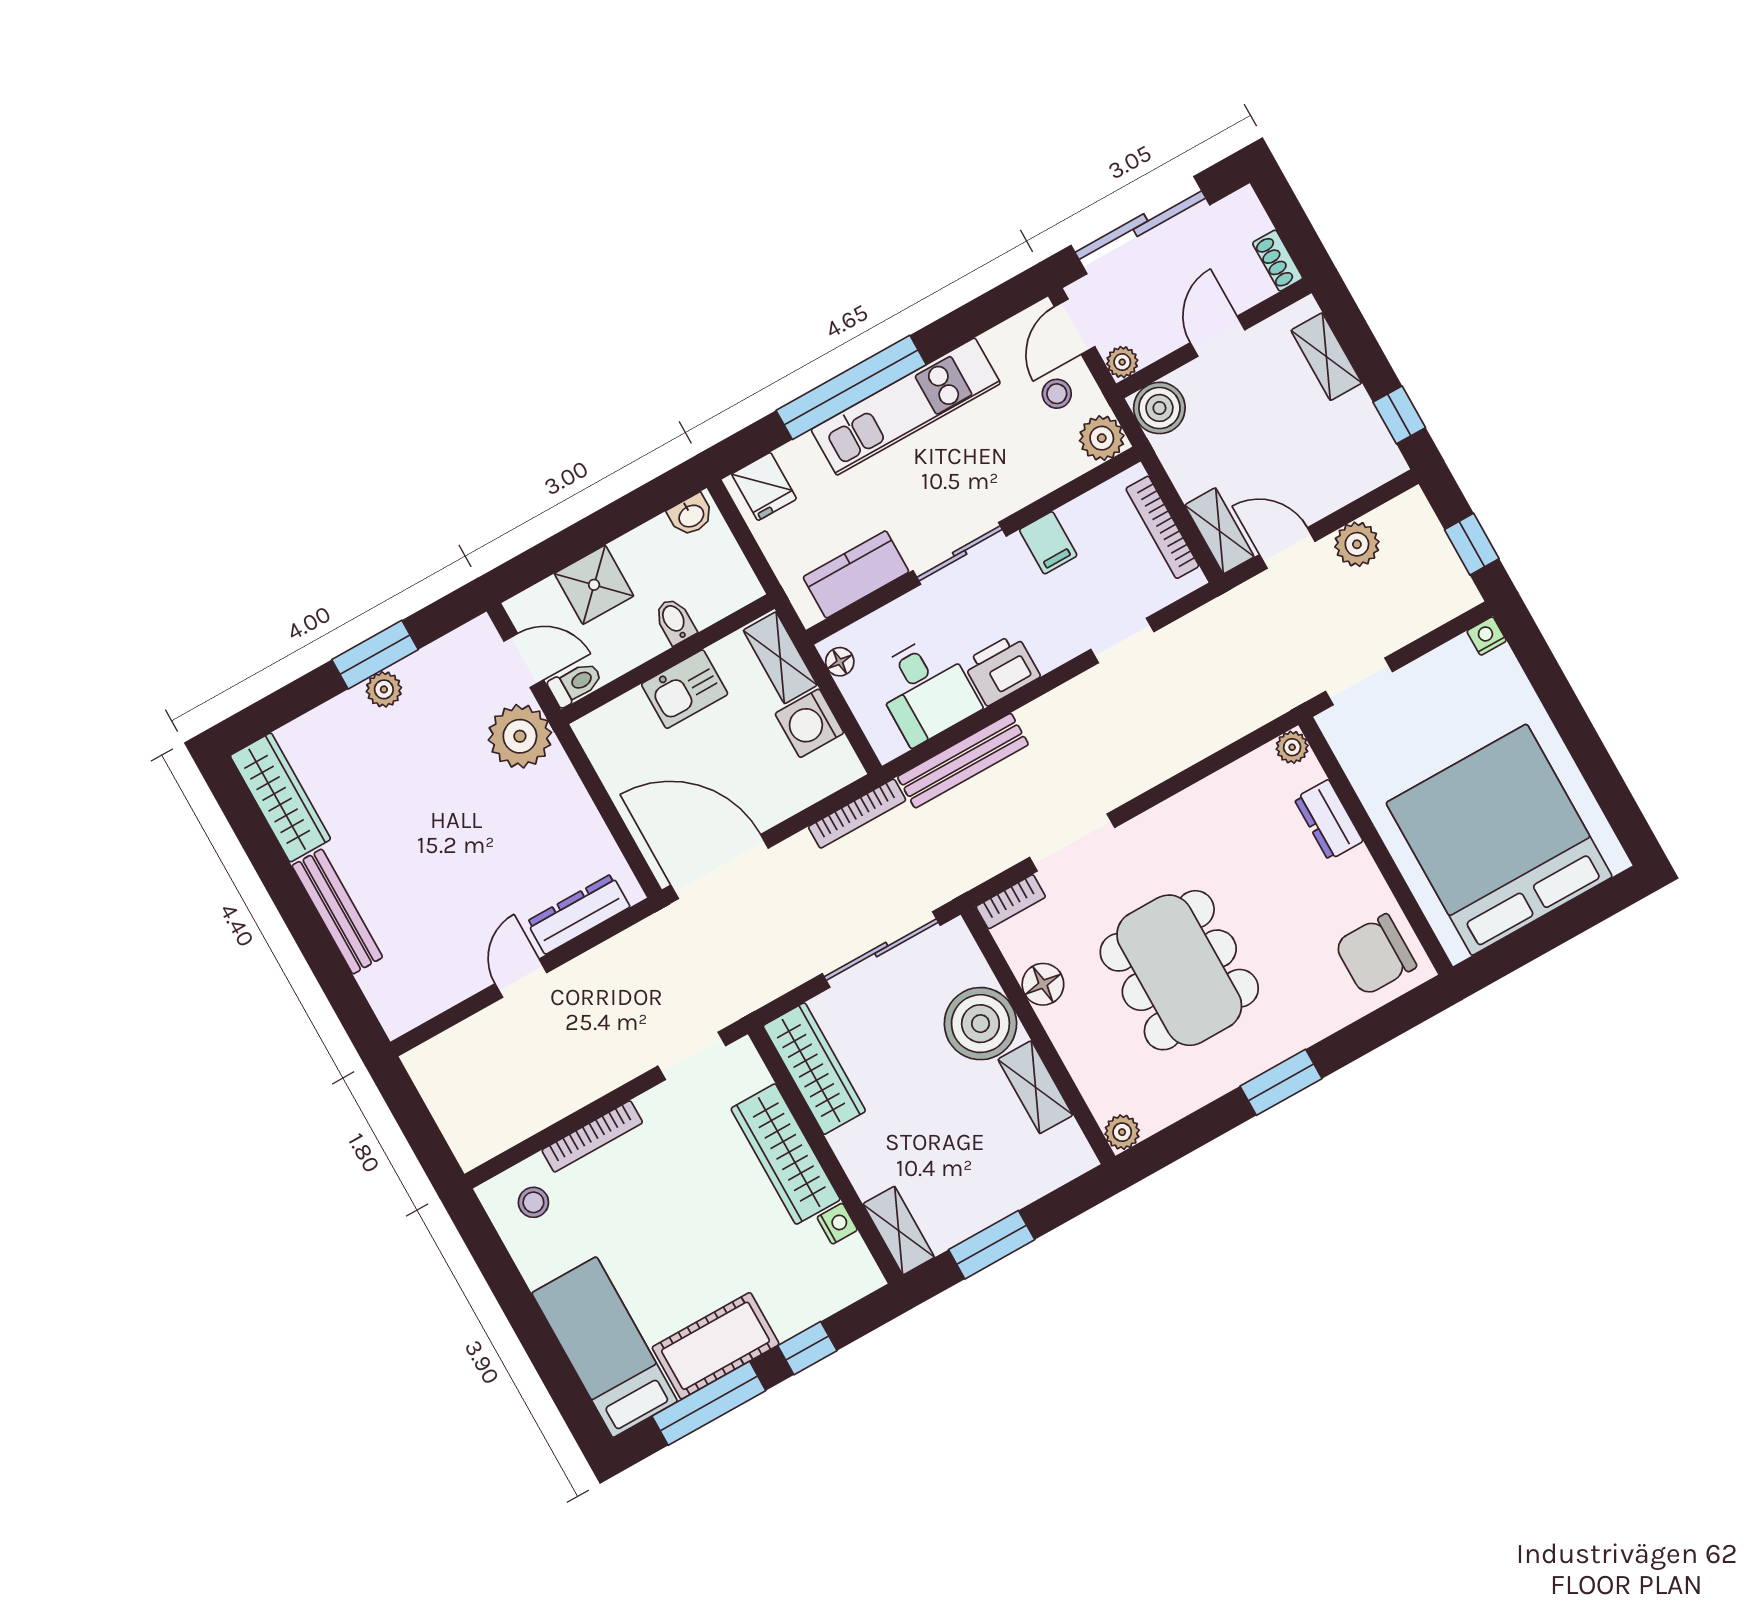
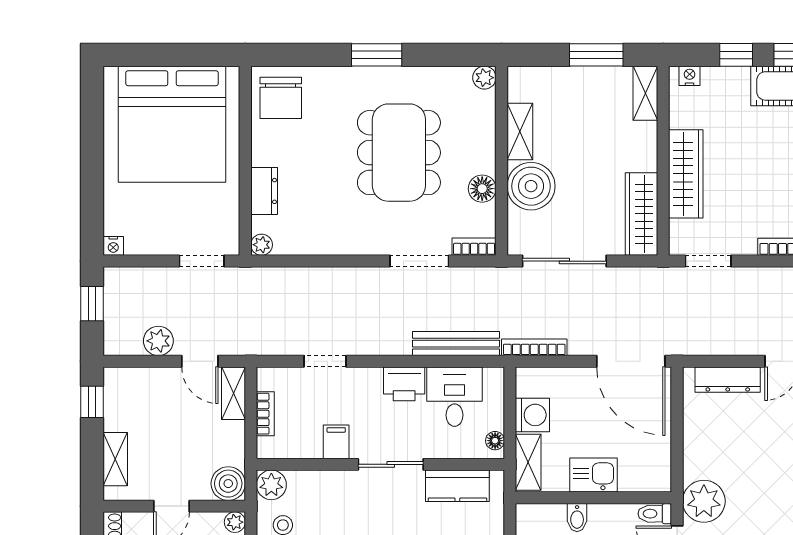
bookcase: (1162, 527) -> (265, 414), width x0.64
chair: (1375, 955) -> (281, 98), turned 90
nightstand: (837, 1224) -> (690, 76), moved, turned 90

